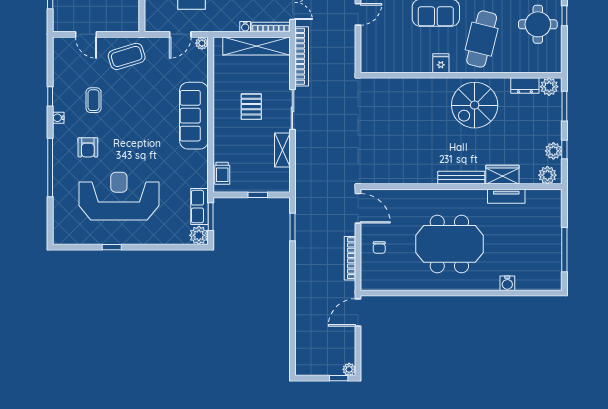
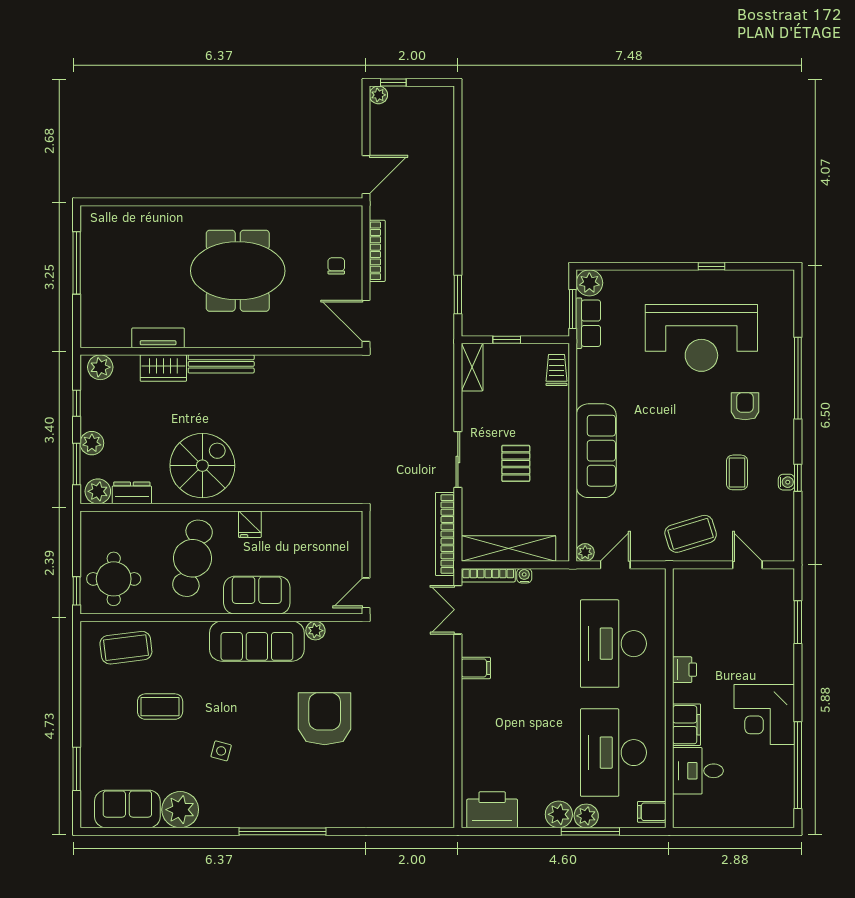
water cooler: (58, 118) -> (786, 482), moved
shelving: (282, 150) -> (472, 367), moved
plant: (553, 151) -> (92, 443), moved
water cooler: (507, 283) -> (157, 216), removed

